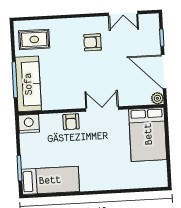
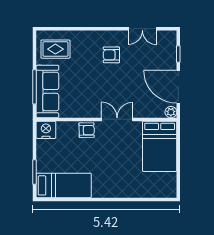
armchair: (71, 122) -> (87, 130), turned -91

